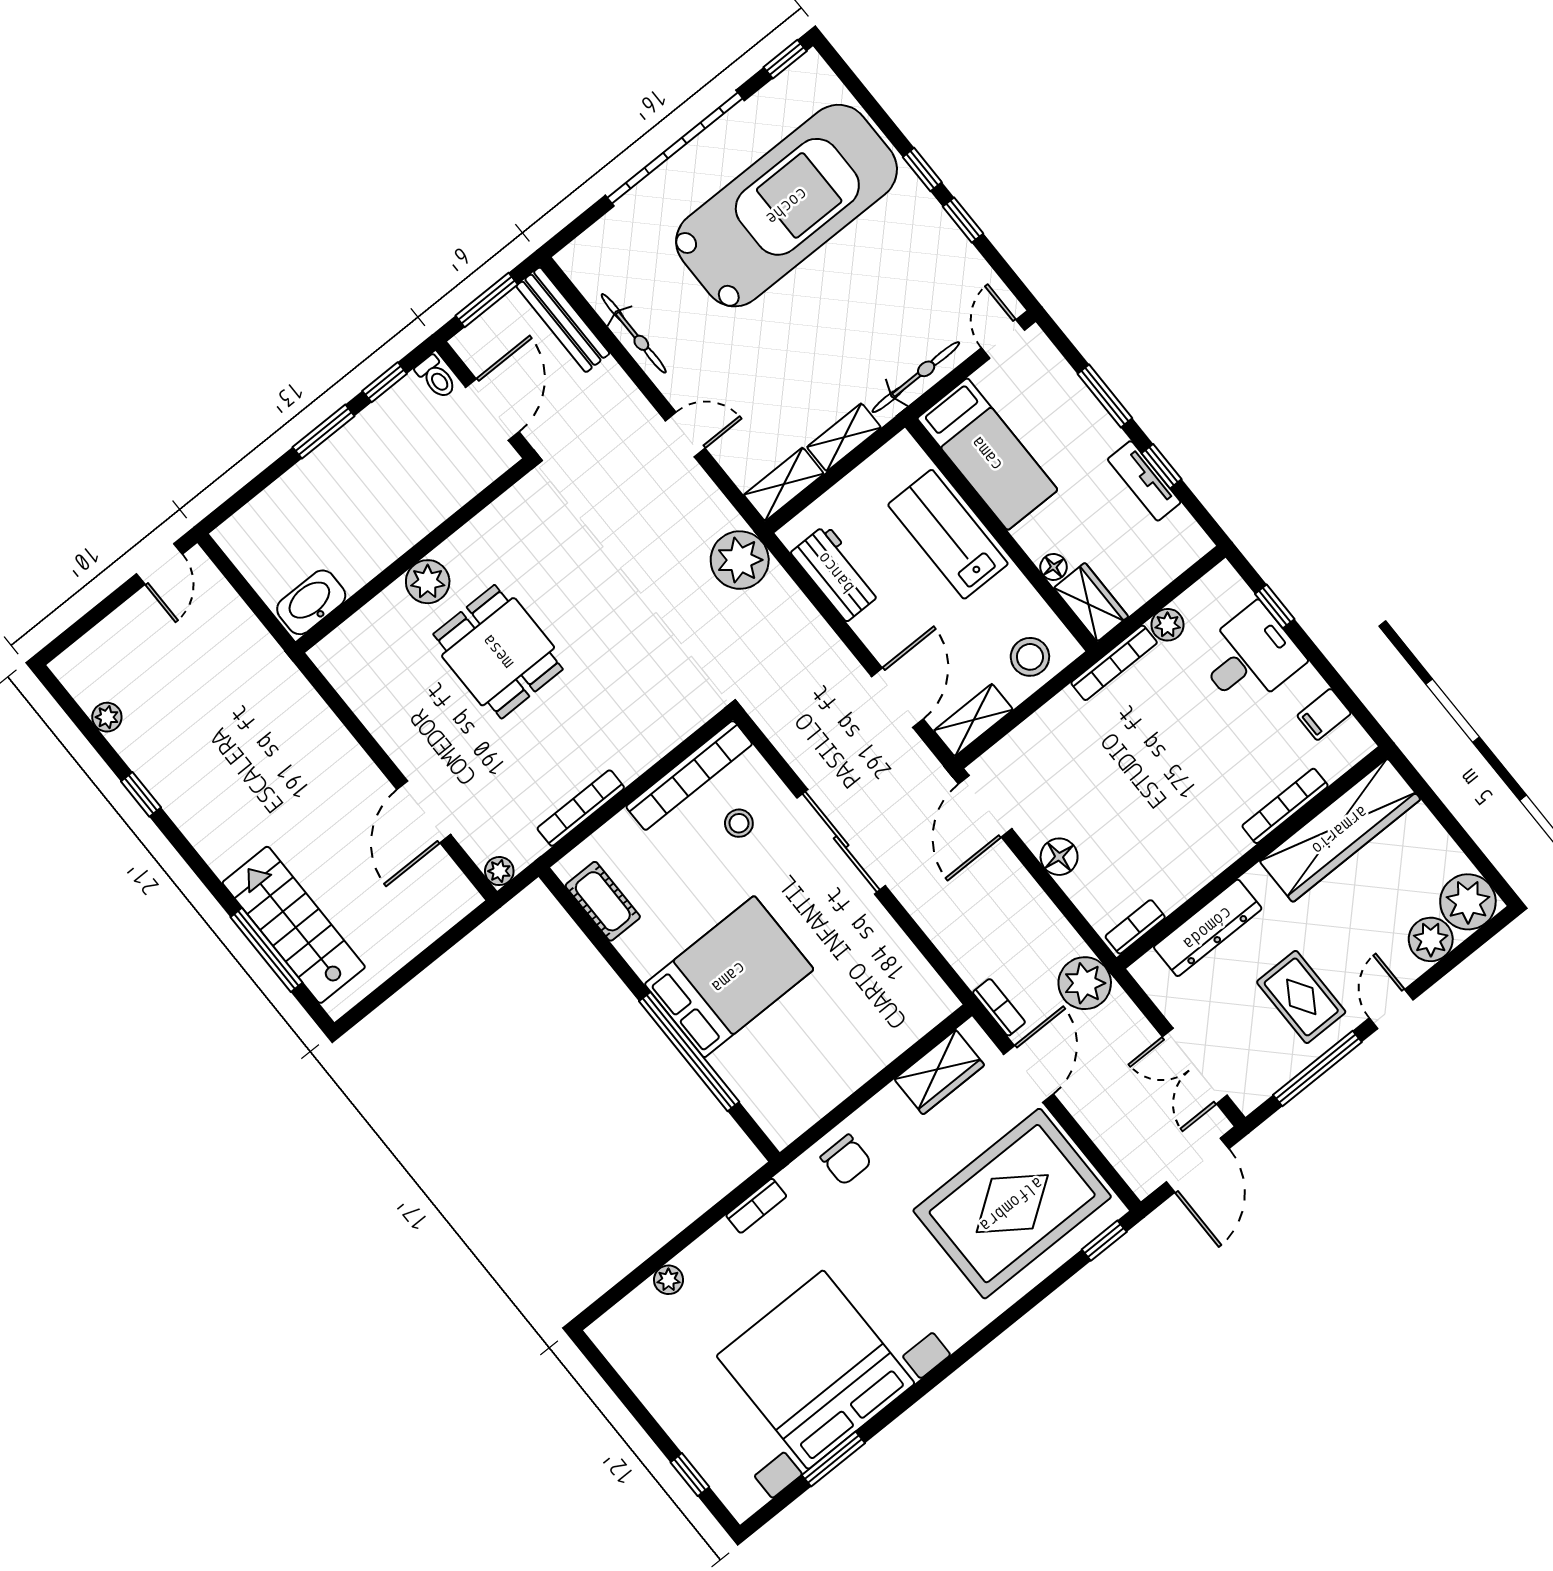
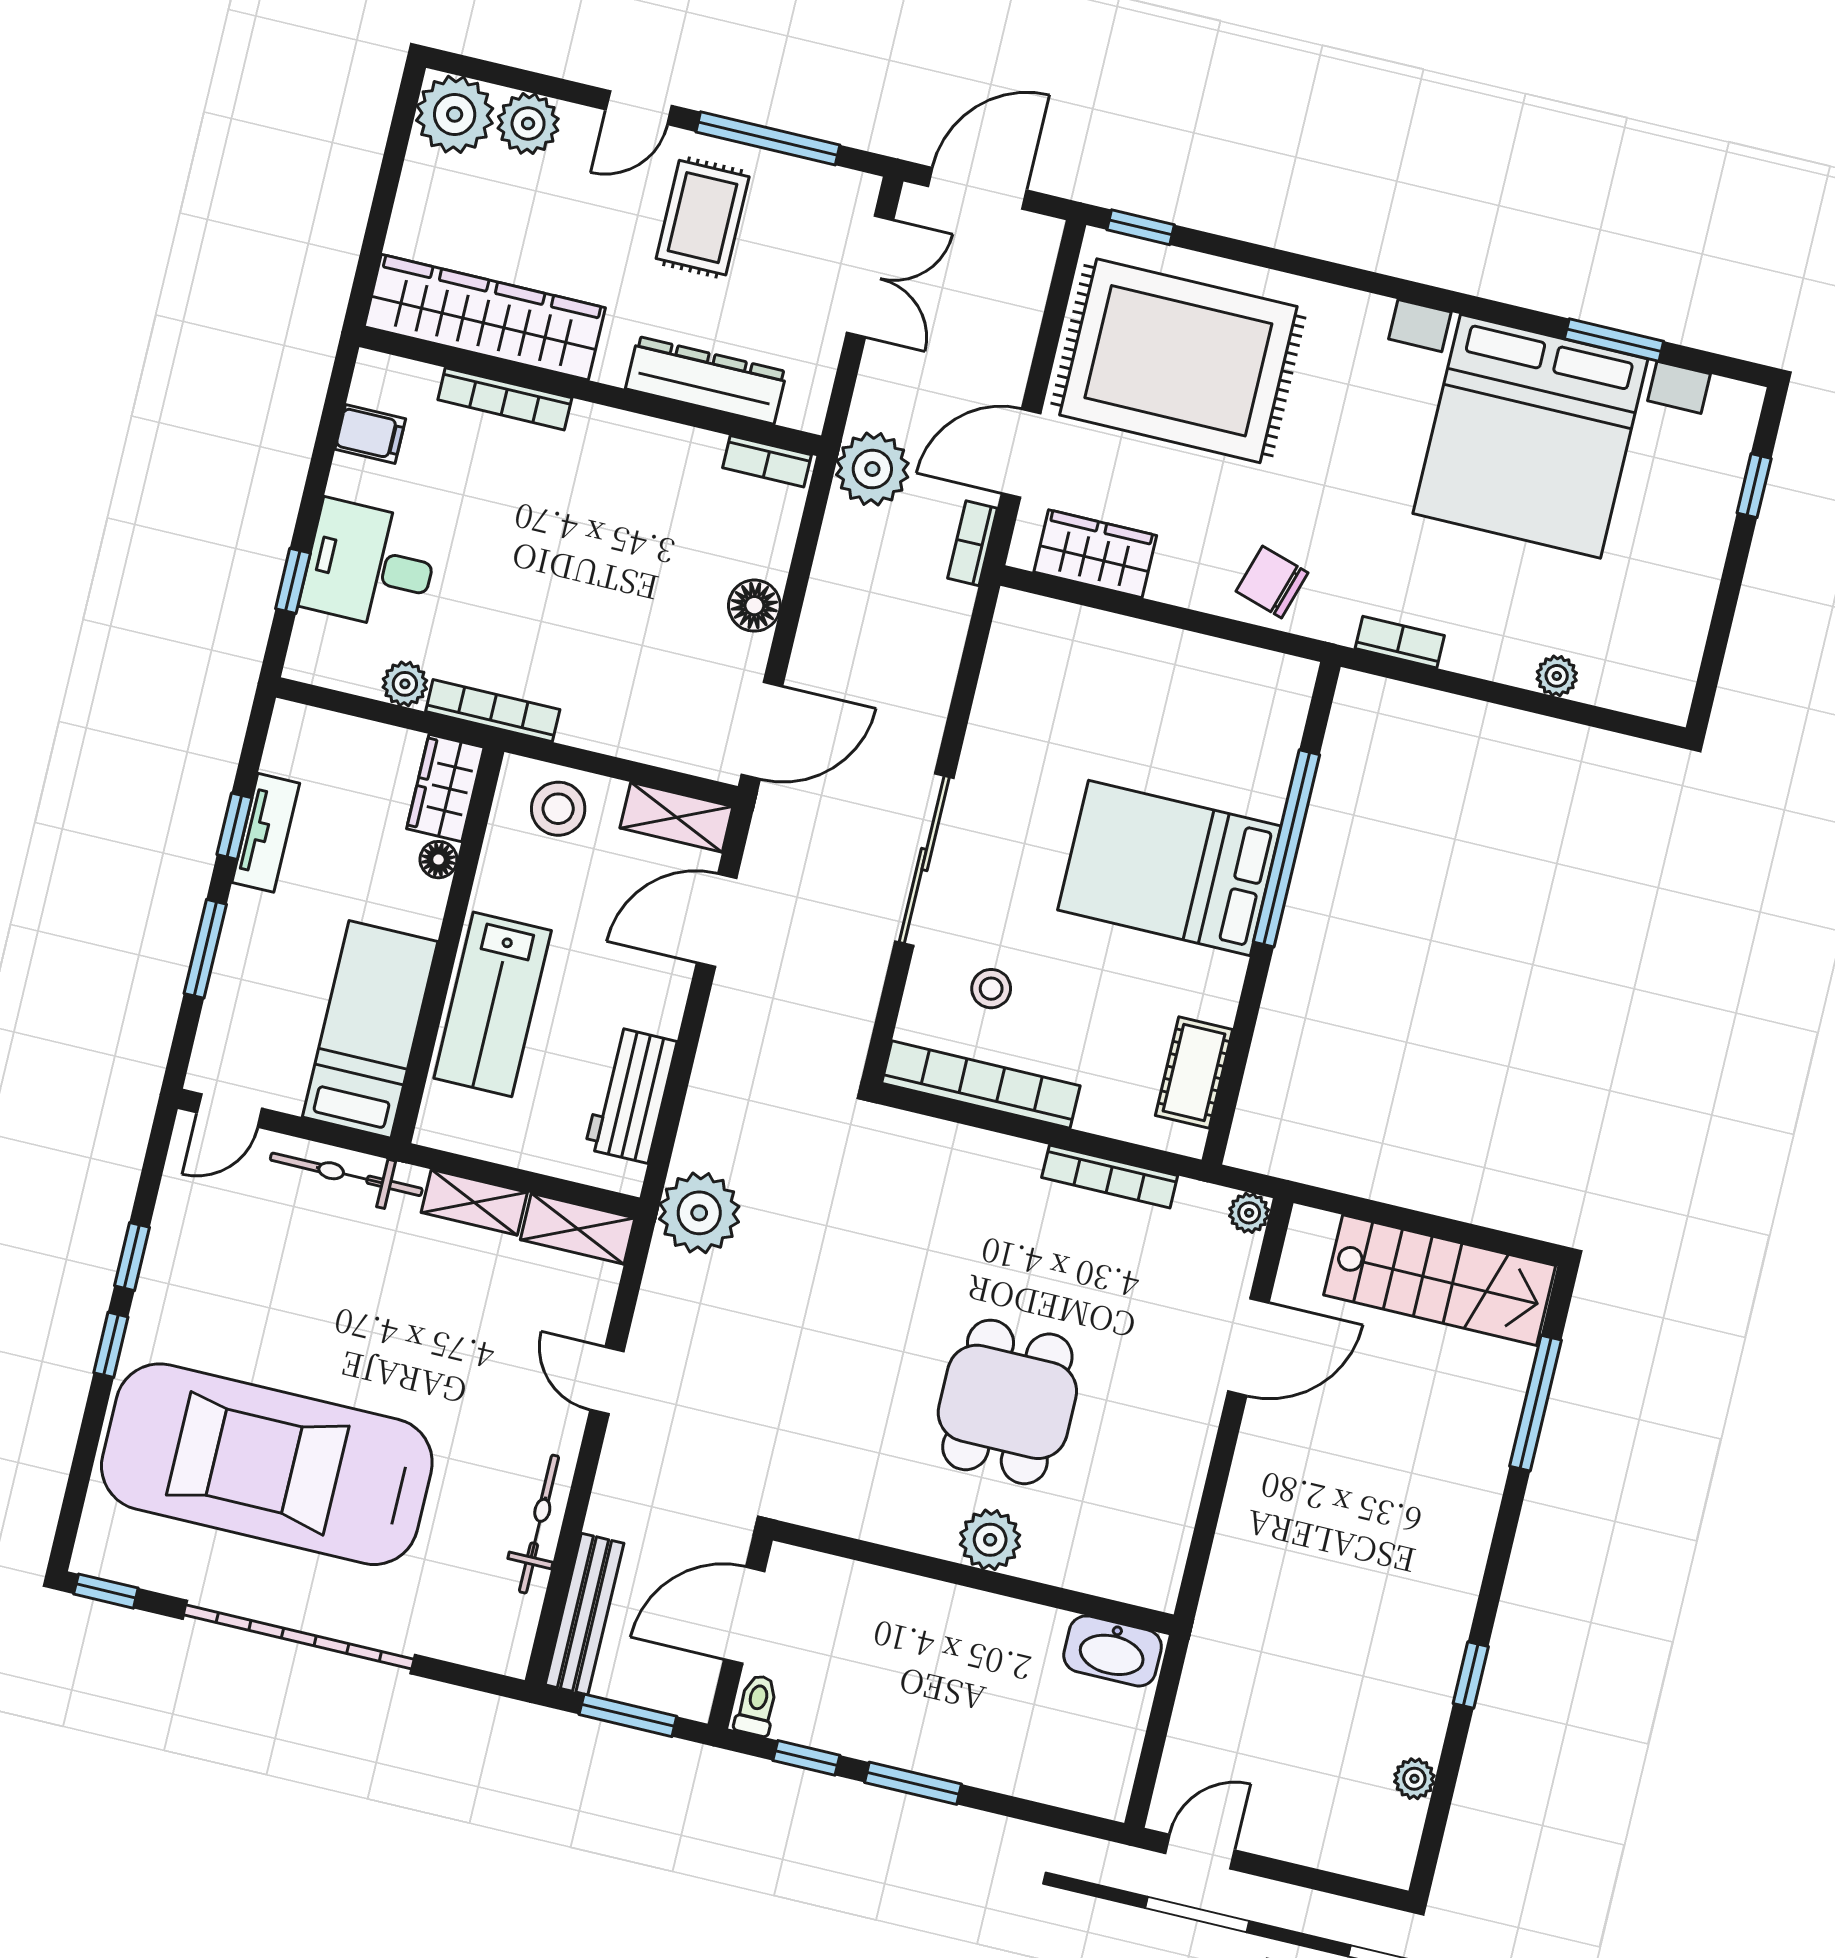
stairs: (294, 925) -> (1440, 1280), moved, turned -90
chair: (846, 1160) -> (1272, 582), turned -73

